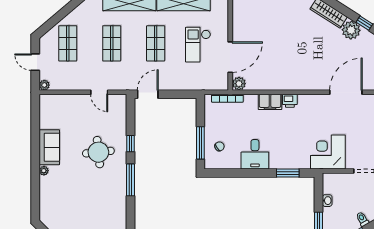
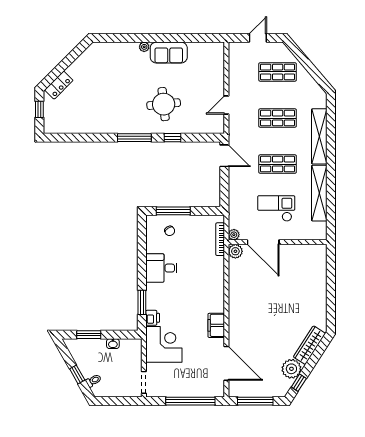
plant: (44, 85) -> (234, 235), moved
printer: (290, 101) -> (153, 318), moved, turned 180
filing cabinet: (270, 102) -> (216, 325), moved

